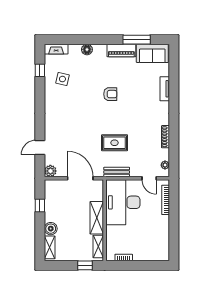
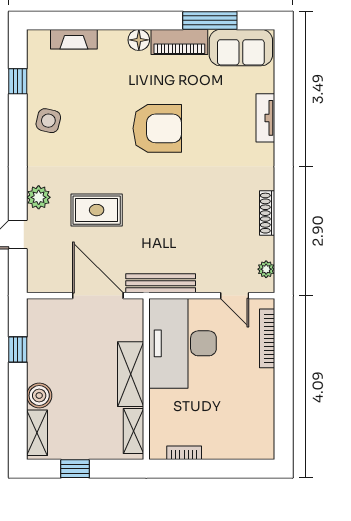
fireplace: (56, 49) -> (74, 39), moved
floor lamp: (87, 50) -> (139, 40), moved
side table: (62, 79) -> (48, 121), moved
armchair: (110, 94) -> (157, 128), width x1.88, depth x1.88
rug: (115, 143) -> (97, 210), moved
plant: (50, 171) -> (39, 197), moved
bench: (117, 172) -> (161, 283), width x1.36
window: (85, 265) -> (75, 469), moved

